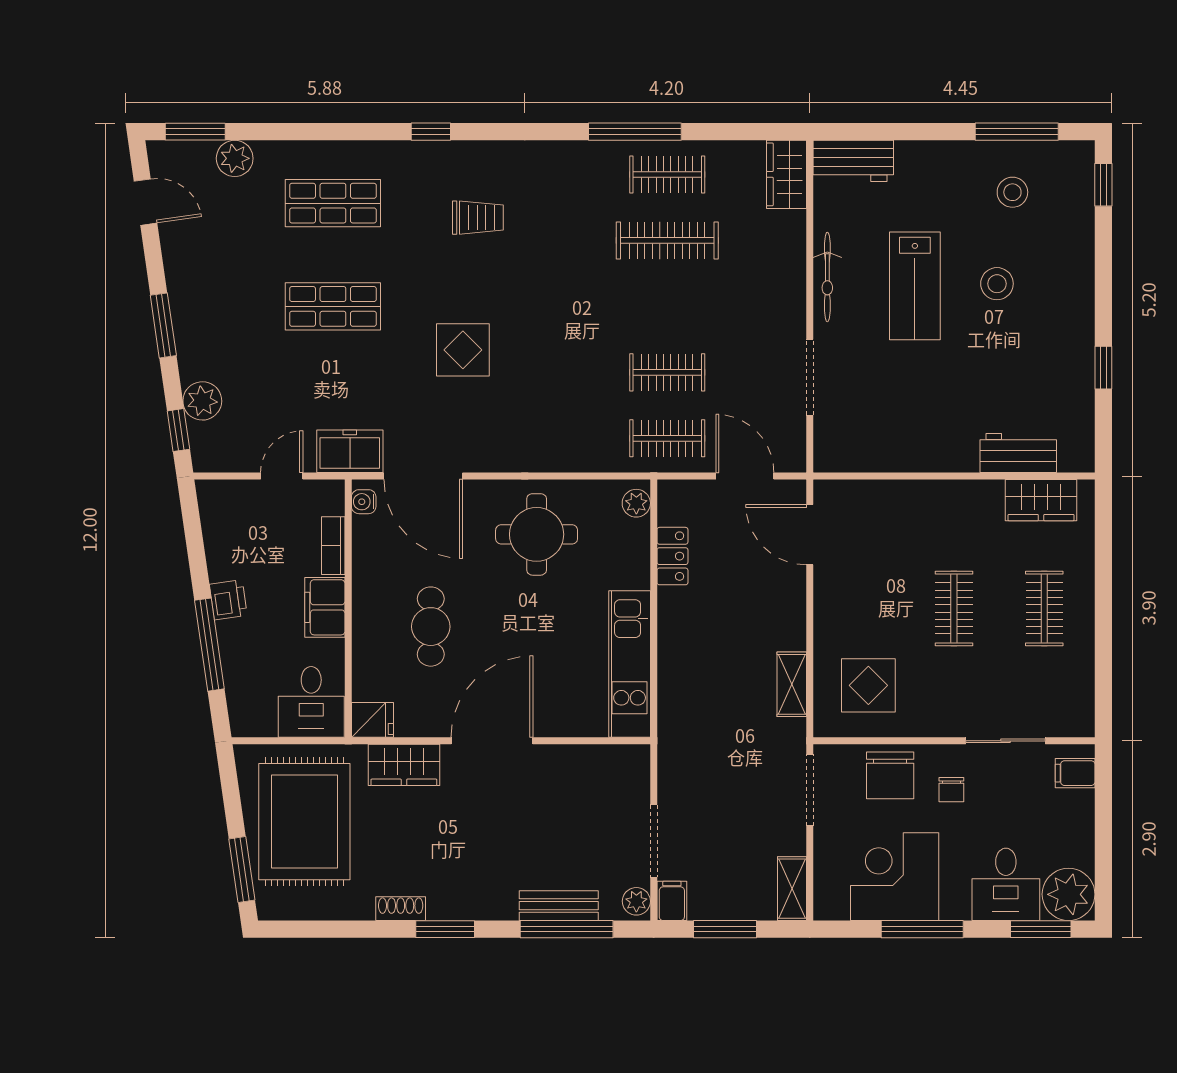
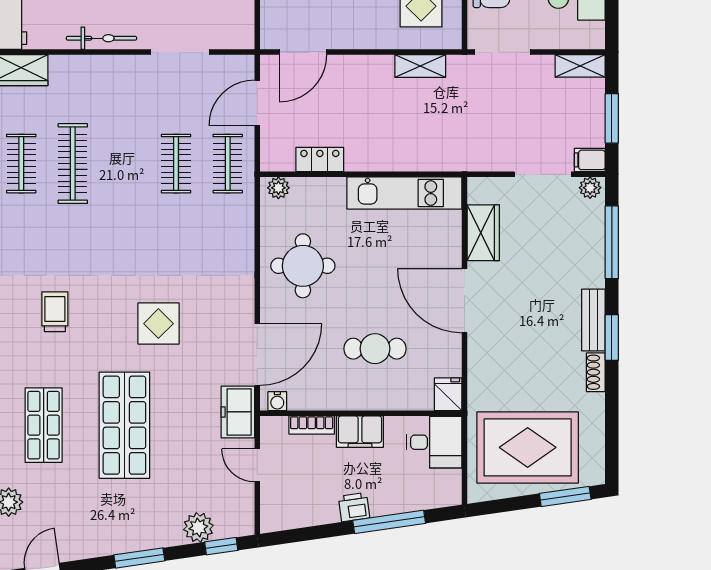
shop shelf: (333, 306) -> (124, 425), width x1.43, depth x1.36
wardrobe: (404, 765) -> (483, 233), moved
bench: (559, 906) -> (593, 320), moved

